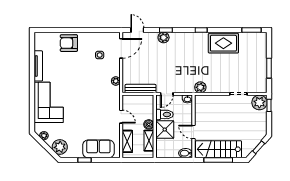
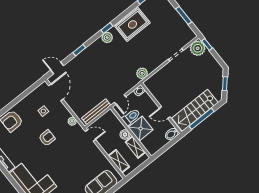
plant: (164, 38) -> (107, 37), moved
armchair: (86, 78) -> (47, 138), added
door: (121, 117) -> (90, 136), moved

